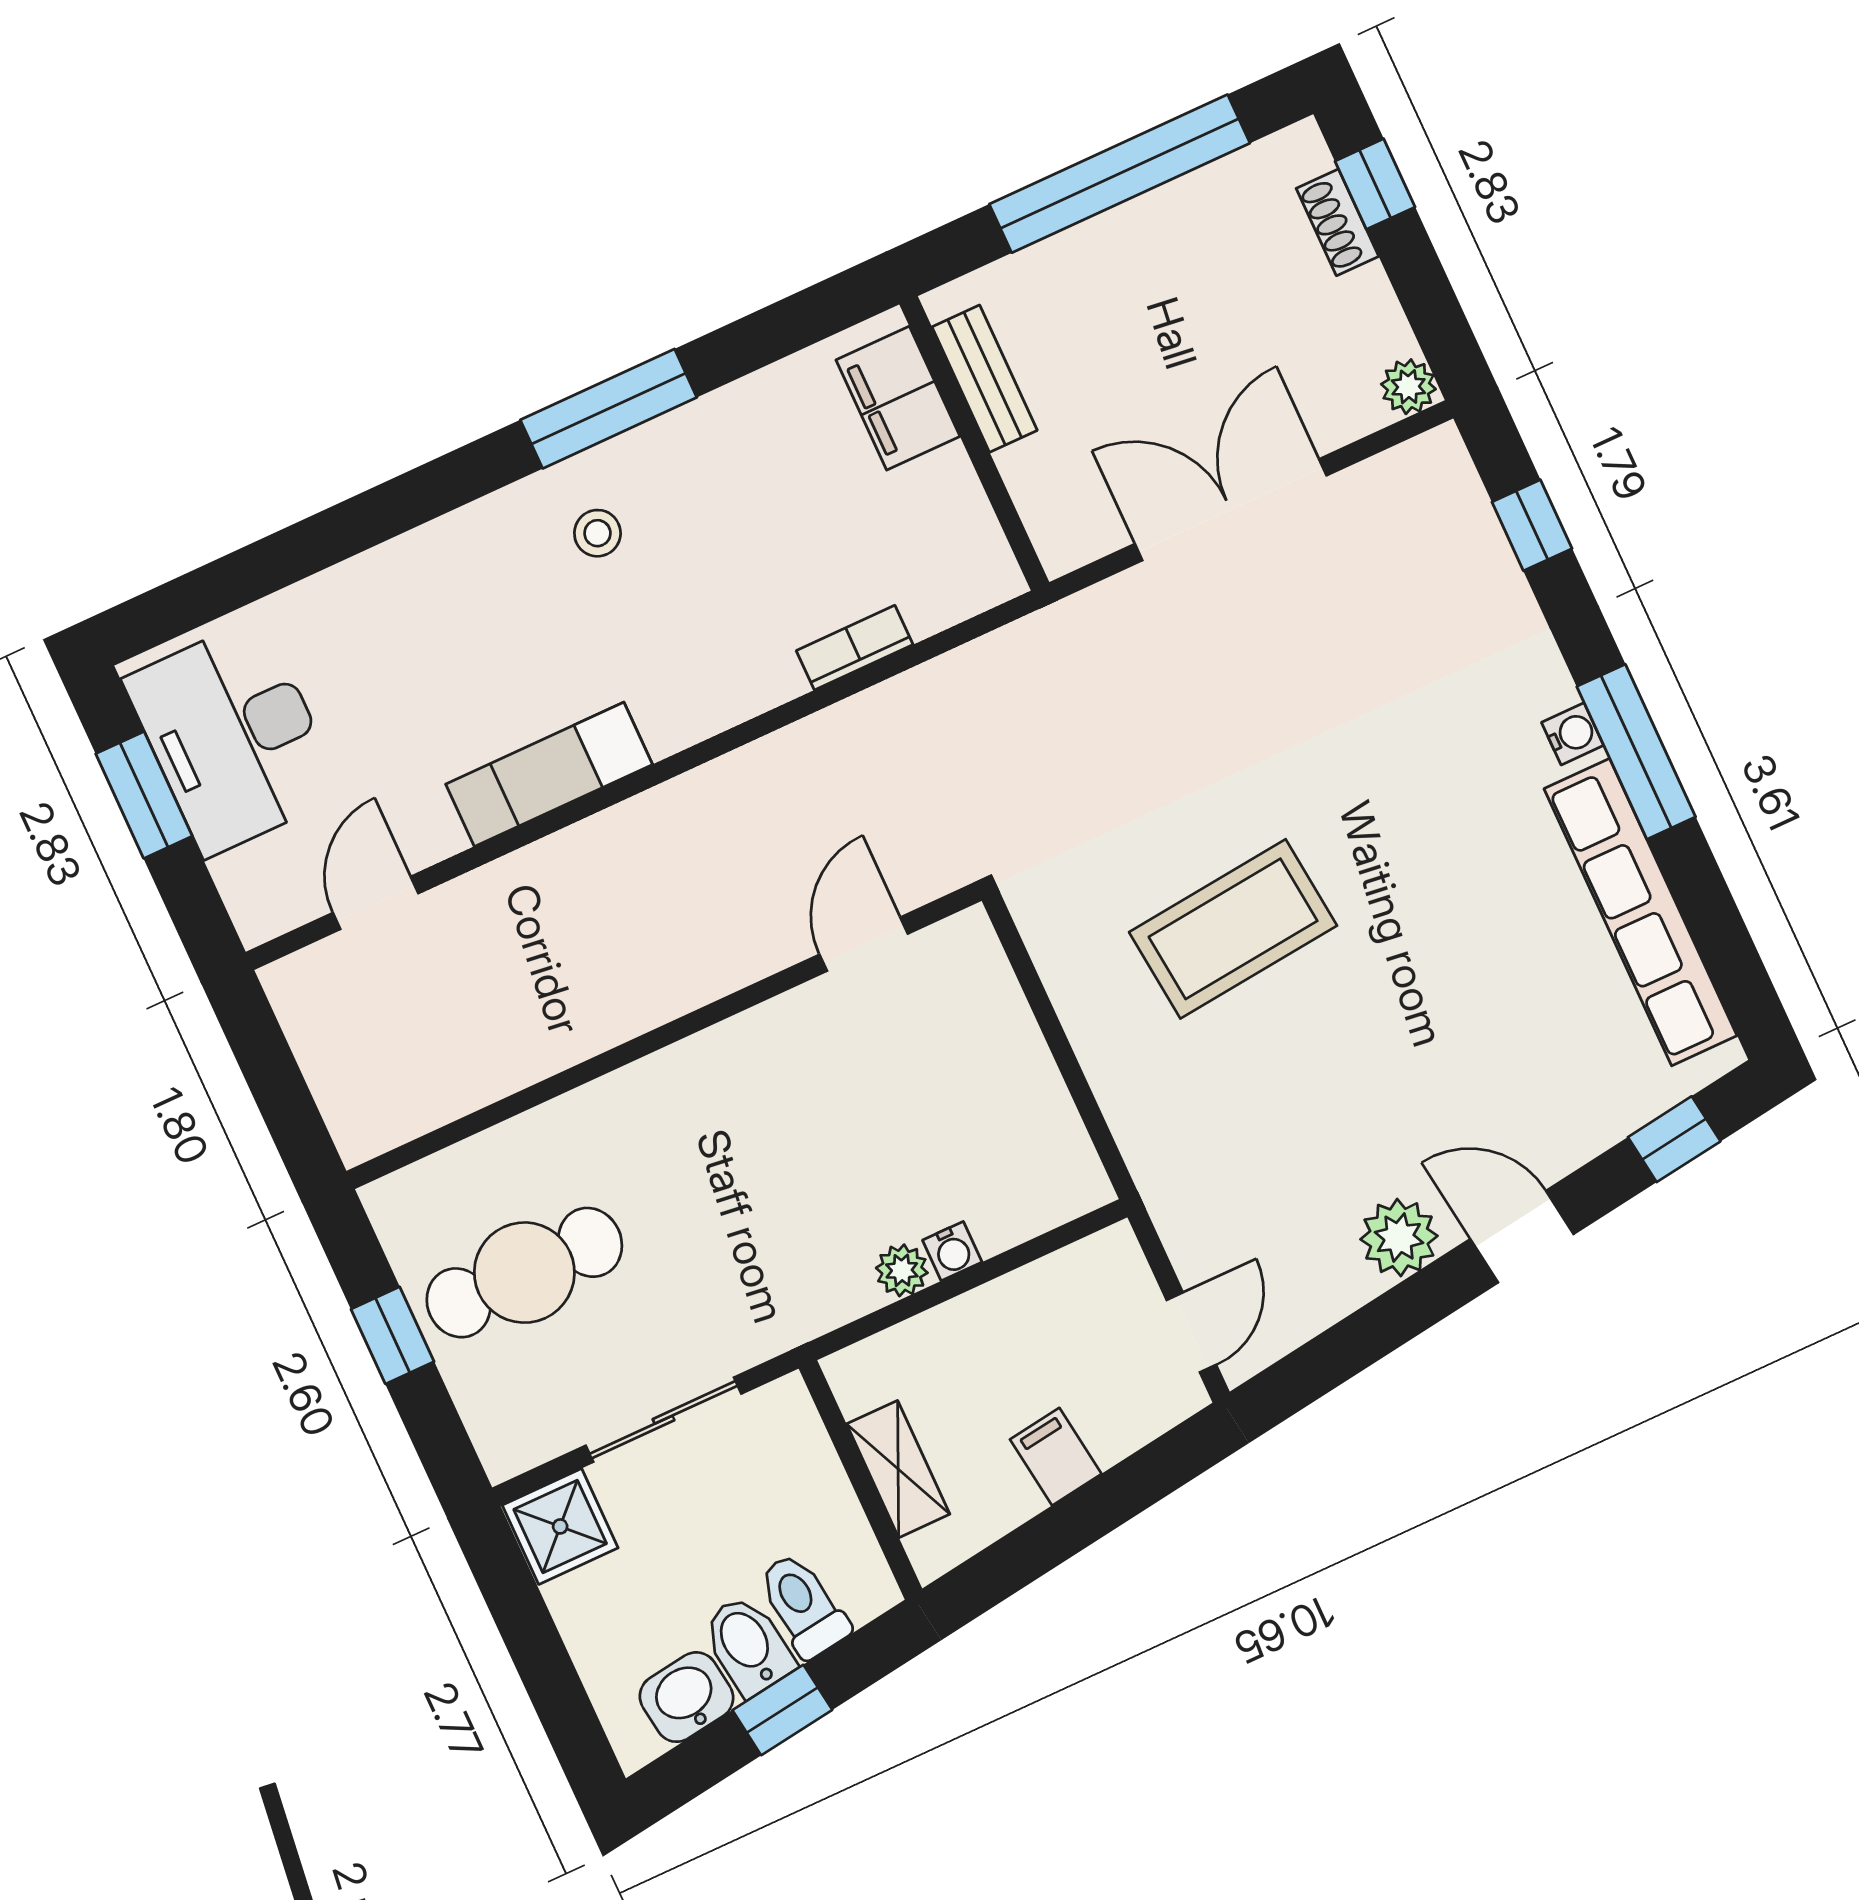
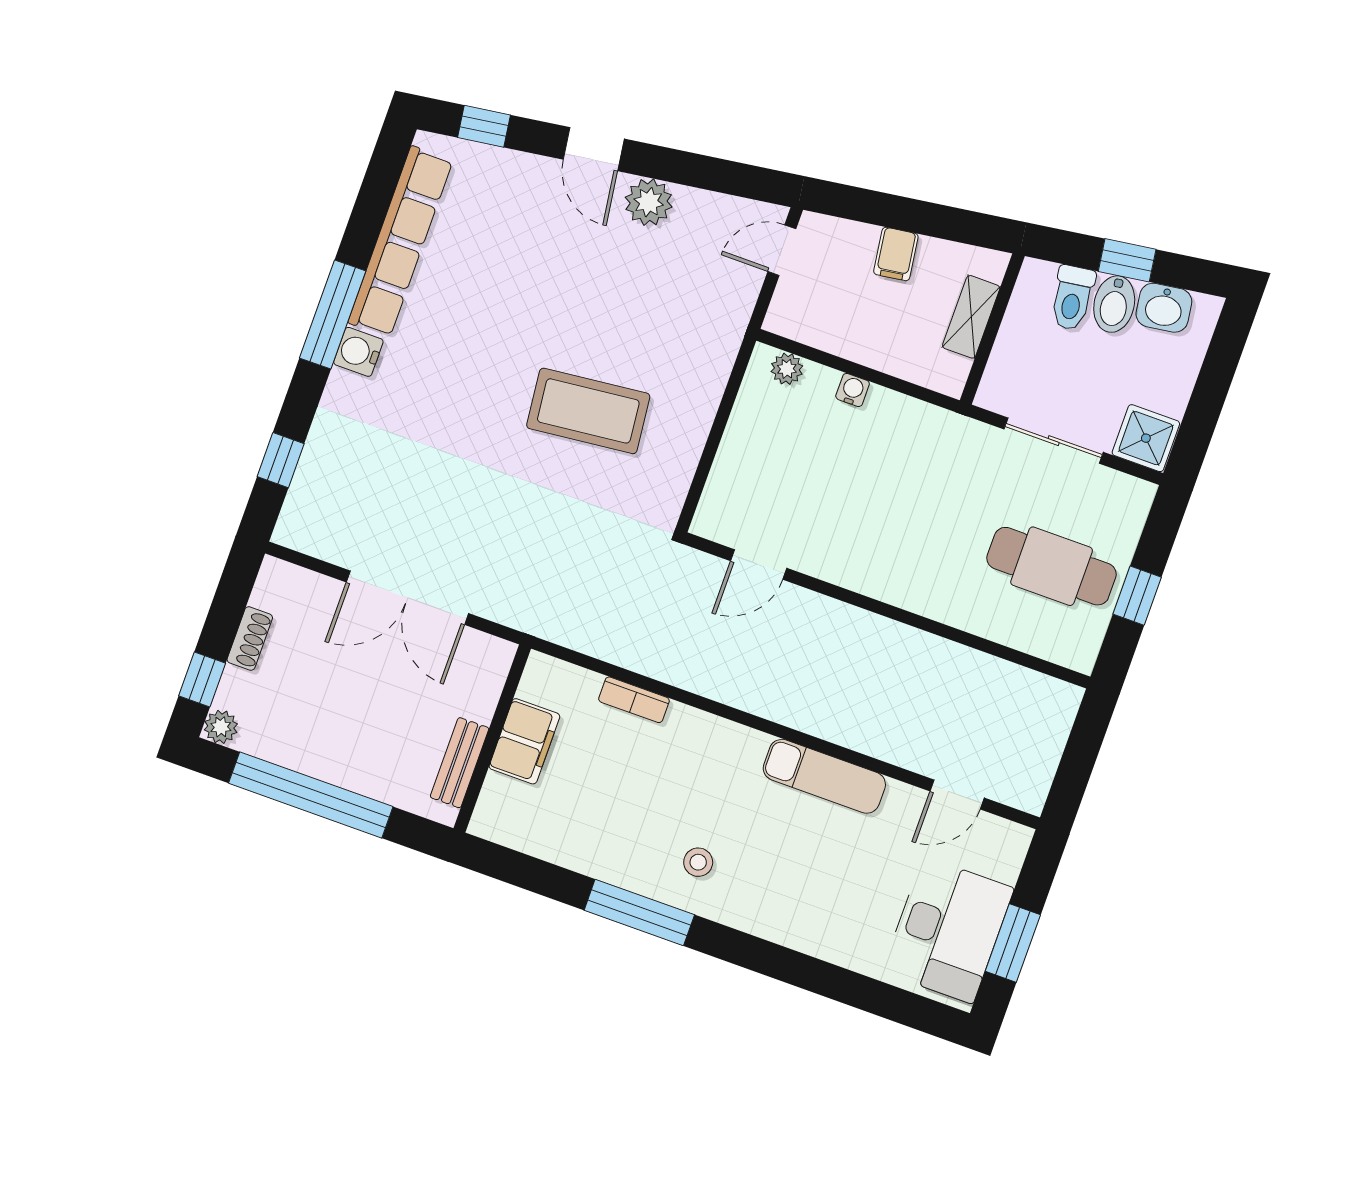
shoe rack: (1337, 222) -> (250, 639), moved
plant: (1408, 387) -> (221, 727), moved
filing cabinet: (898, 398) -> (524, 741), moved
water cooler: (1573, 734) -> (358, 352), width x1.38, depth x1.38
plant: (902, 1270) -> (787, 369), moved

